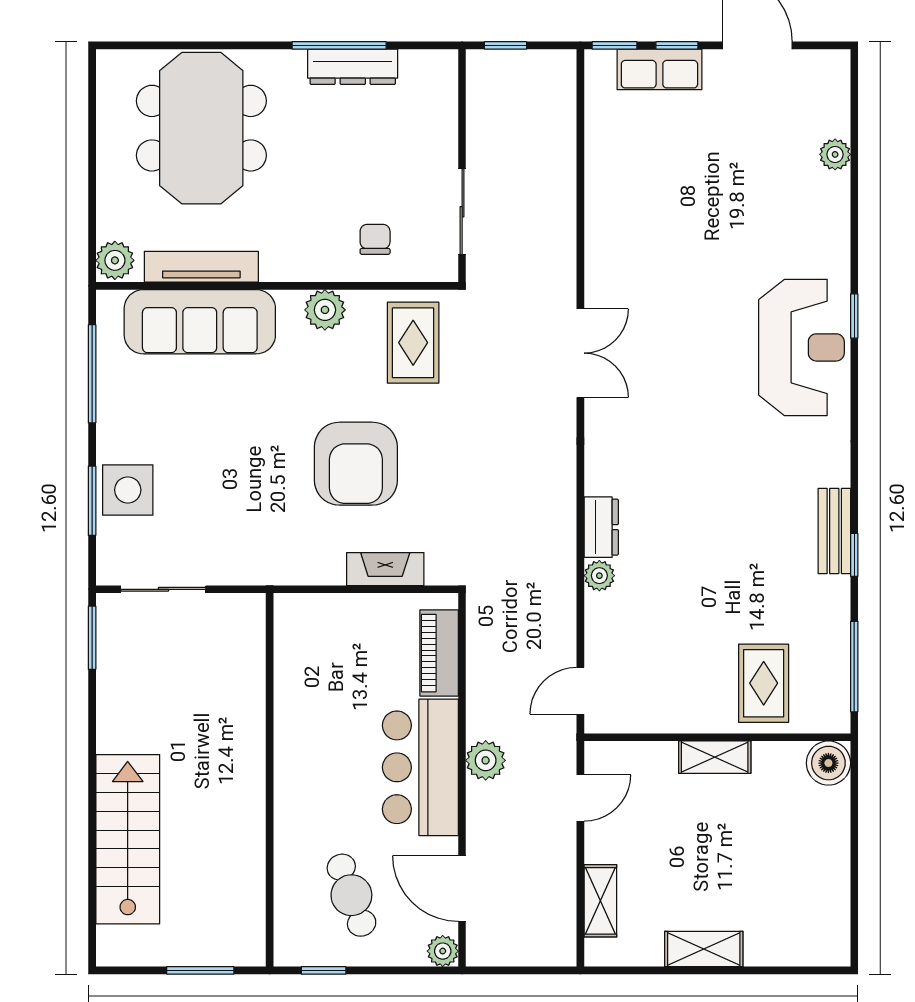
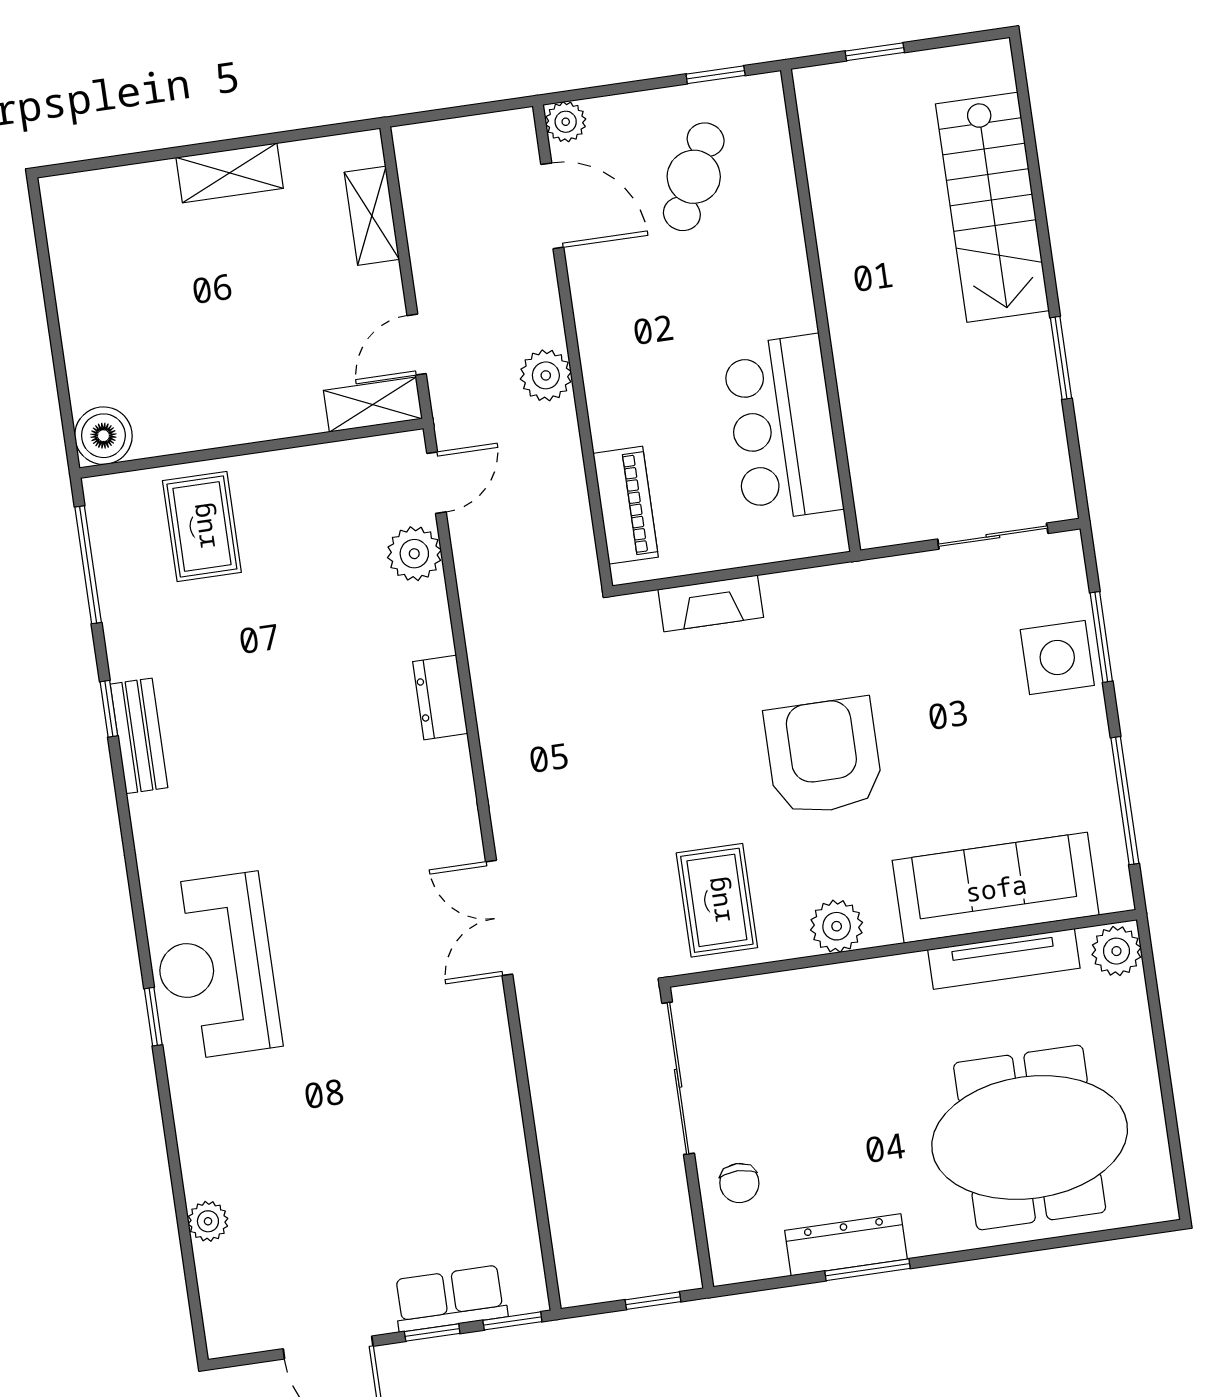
window: (339, 45) -> (867, 1270), width x0.69
meeting table: (201, 128) -> (1030, 1137), turned 90
sliding door: (462, 212) -> (678, 1078), width x1.37
chair: (375, 239) -> (739, 1183), moved
armchair: (356, 464) -> (824, 756), moved
plant: (599, 576) -> (414, 554), moved, width x1.38, depth x1.38
window: (92, 638) -> (1061, 358), moved
shelving: (715, 757) -> (373, 405), moved
bar counter: (420, 767) -> (783, 428), moved, turned 180
cafe table: (351, 895) -> (694, 177), turned 46
window: (200, 970) -> (875, 52), width x0.67

